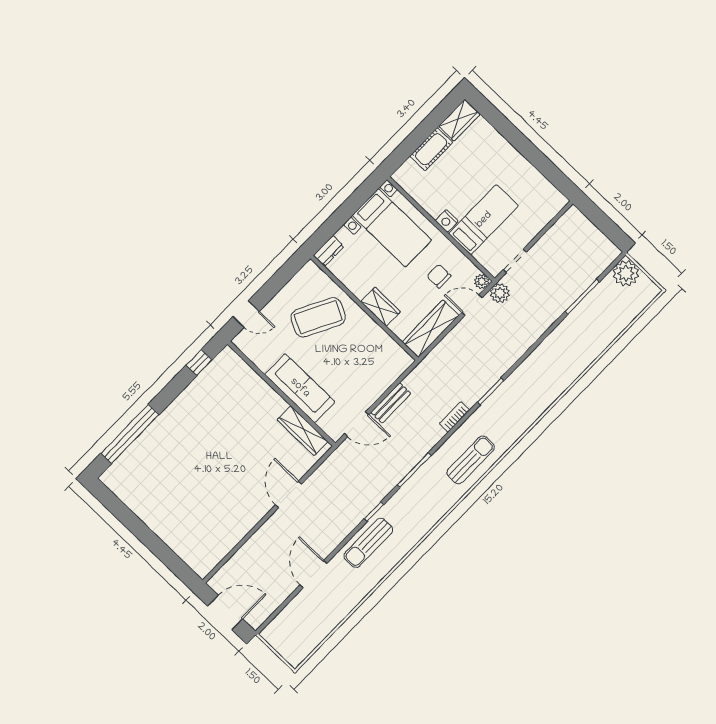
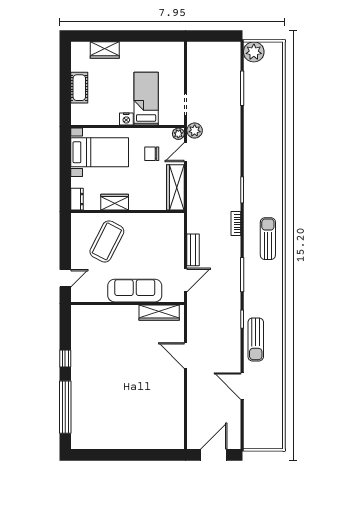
wardrobe: (459, 120) -> (105, 50), moved, turned 90
wardrobe: (381, 307) -> (115, 202), moved
window: (199, 363) -> (65, 358), moved

